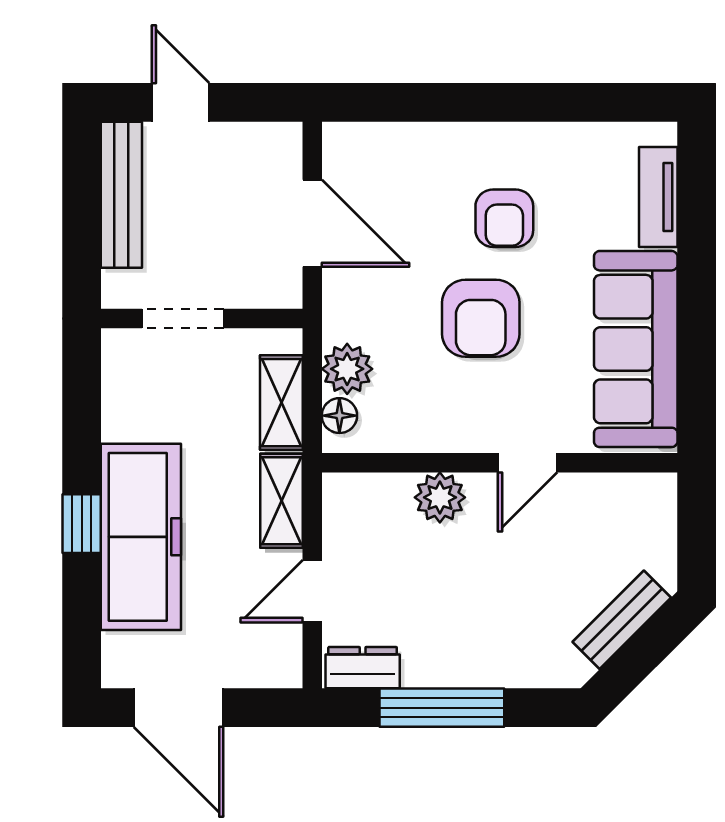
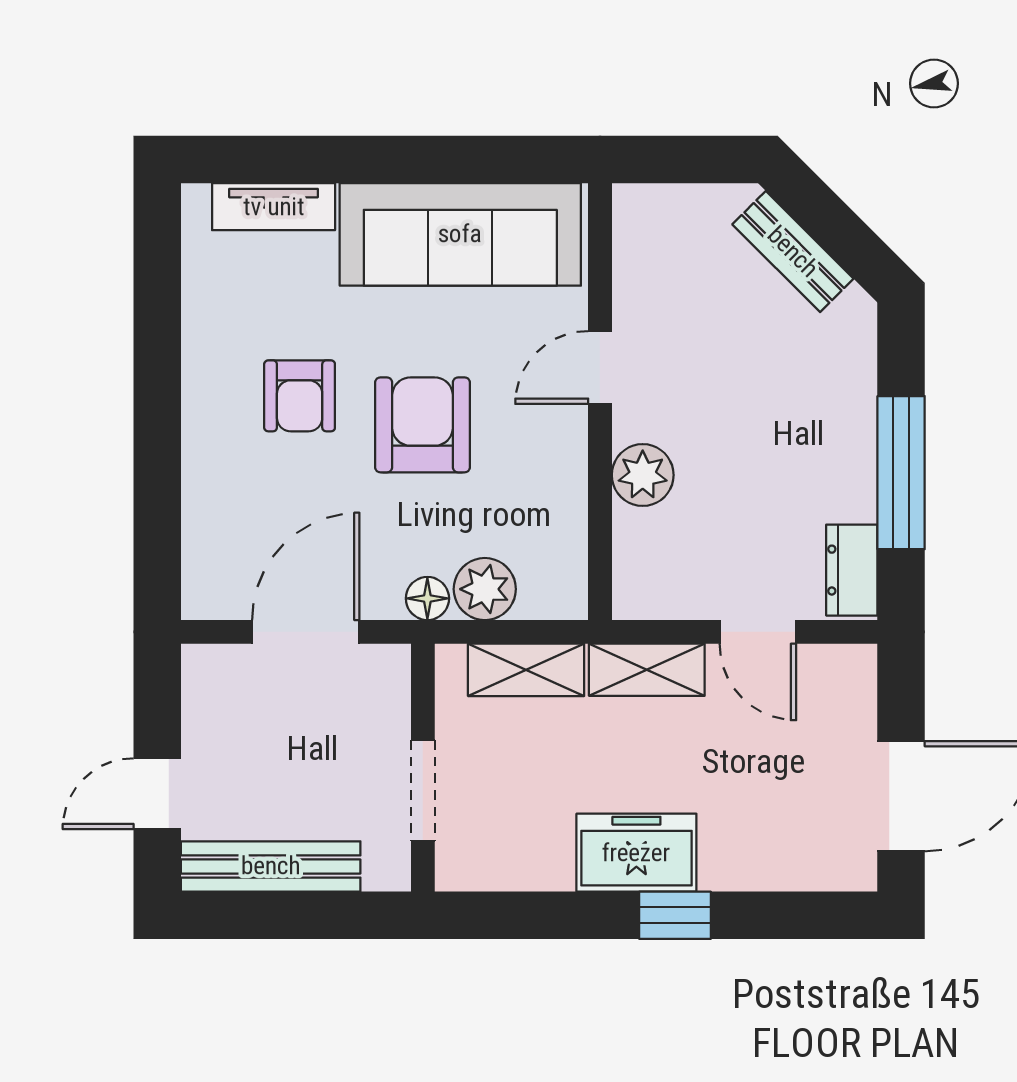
armchair: (504, 218) -> (300, 396), turned 90
armchair: (481, 318) -> (423, 425), turned -90
floor lamp: (339, 416) -> (427, 598), moved
door: (527, 463) -> (600, 367), swing flipped
freezer: (141, 537) -> (636, 853), width x0.52, depth x0.79

